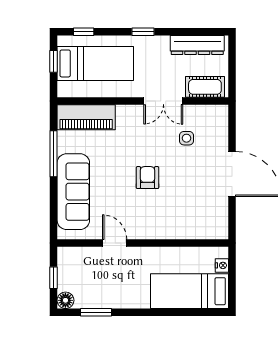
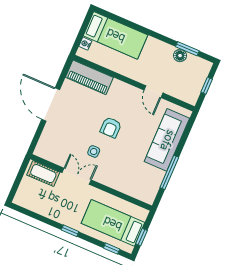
dresser: (197, 45) -> (36, 205), removed
piano: (86, 117) -> (89, 77), moved, turned 180
side table: (187, 138) -> (94, 151), moved
floor lamp: (65, 300) -> (180, 56), moved

